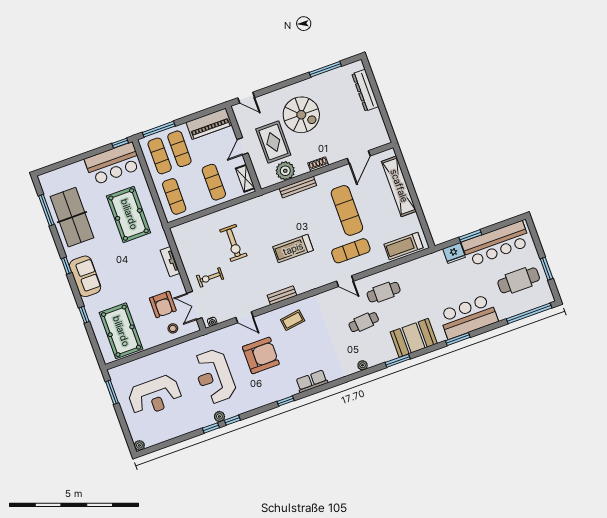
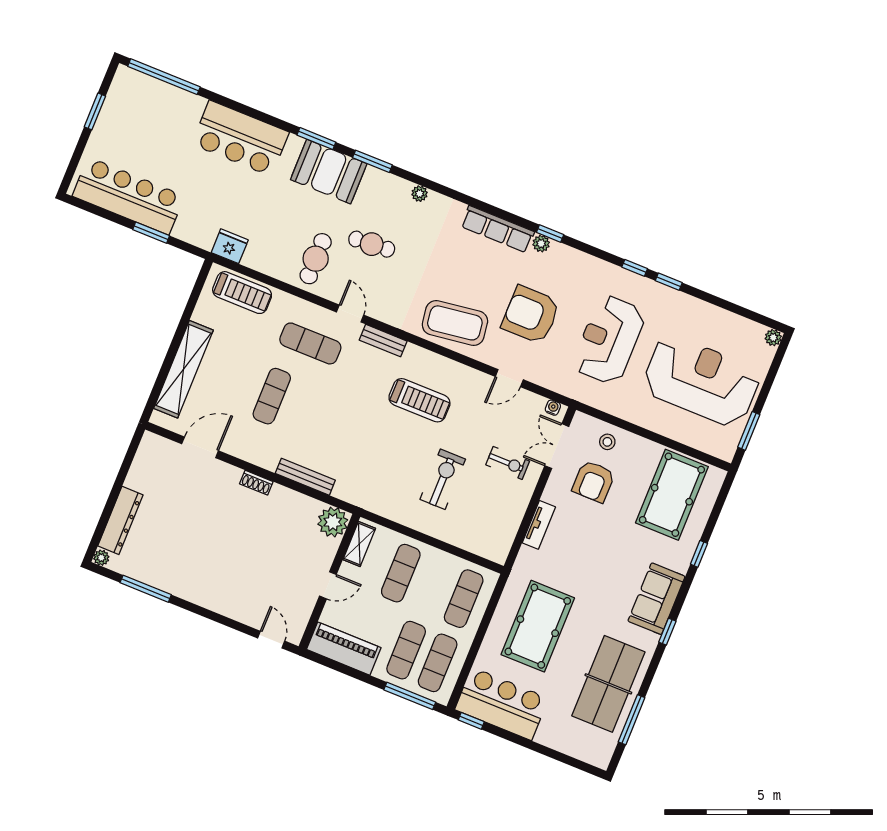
plant: (359, 65) -> (101, 558), added
spiral stairs: (301, 115) -> (223, 560), removed
rug: (273, 142) -> (286, 557), removed
plant: (285, 171) -> (333, 522), moved
exercise mat: (347, 210) -> (272, 396), width x0.73, depth x0.69
treadmill: (293, 249) -> (419, 400), moved
fridge: (454, 253) -> (230, 246), moved
cafe table: (519, 280) -> (141, 127), removed
cafe table: (384, 292) -> (316, 259), turned 90
bench: (282, 295) -> (383, 341), moved
armchair: (163, 304) -> (594, 481), turned 180
double door: (194, 306) -> (557, 446), swing flipped
door: (245, 317) -> (509, 378), swing flipped
coffee table: (293, 320) -> (455, 323), width x1.86, depth x1.72
window: (458, 339) -> (316, 139), moved
reception desk: (214, 376) -> (609, 340), turned 180
row of seats: (312, 381) -> (498, 229), width x1.48
reception desk: (155, 396) -> (701, 381), width x1.36, depth x1.30
plant: (219, 416) -> (541, 244), moved

